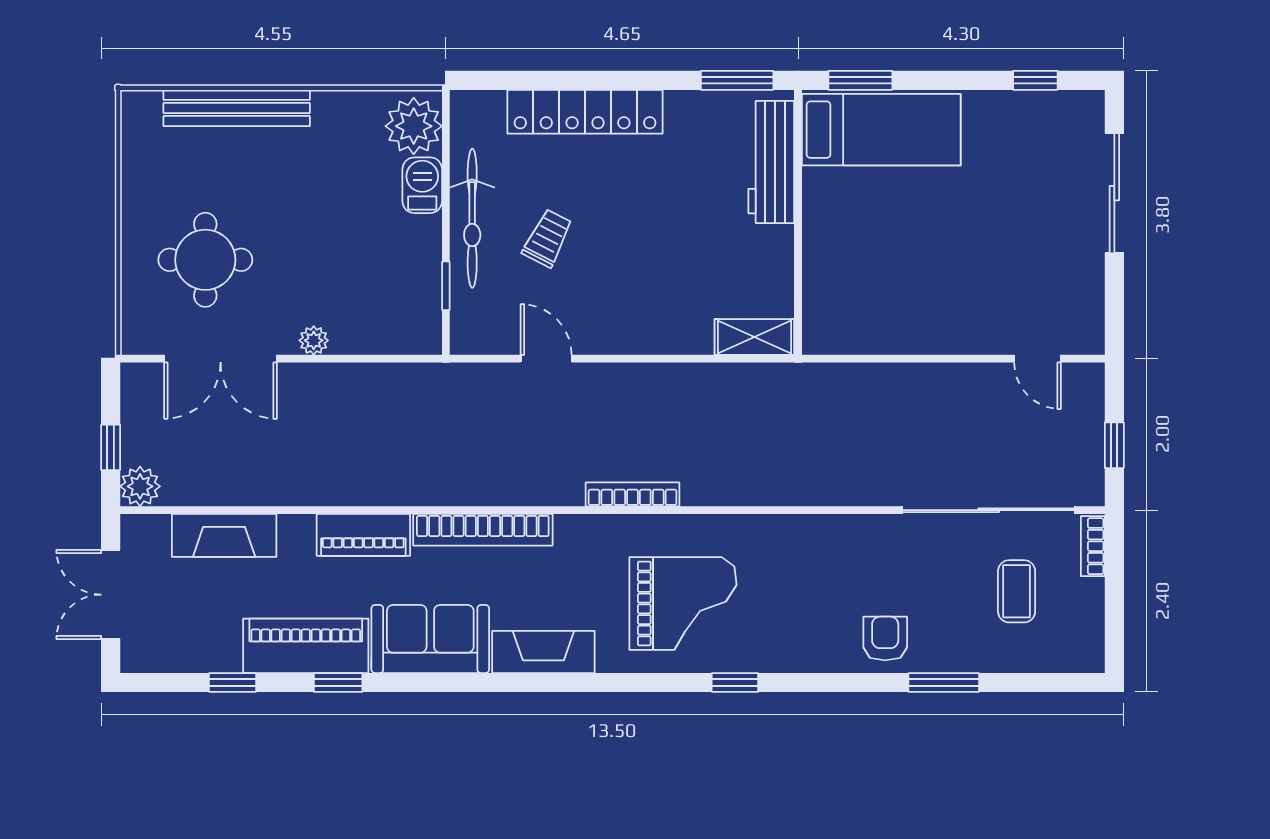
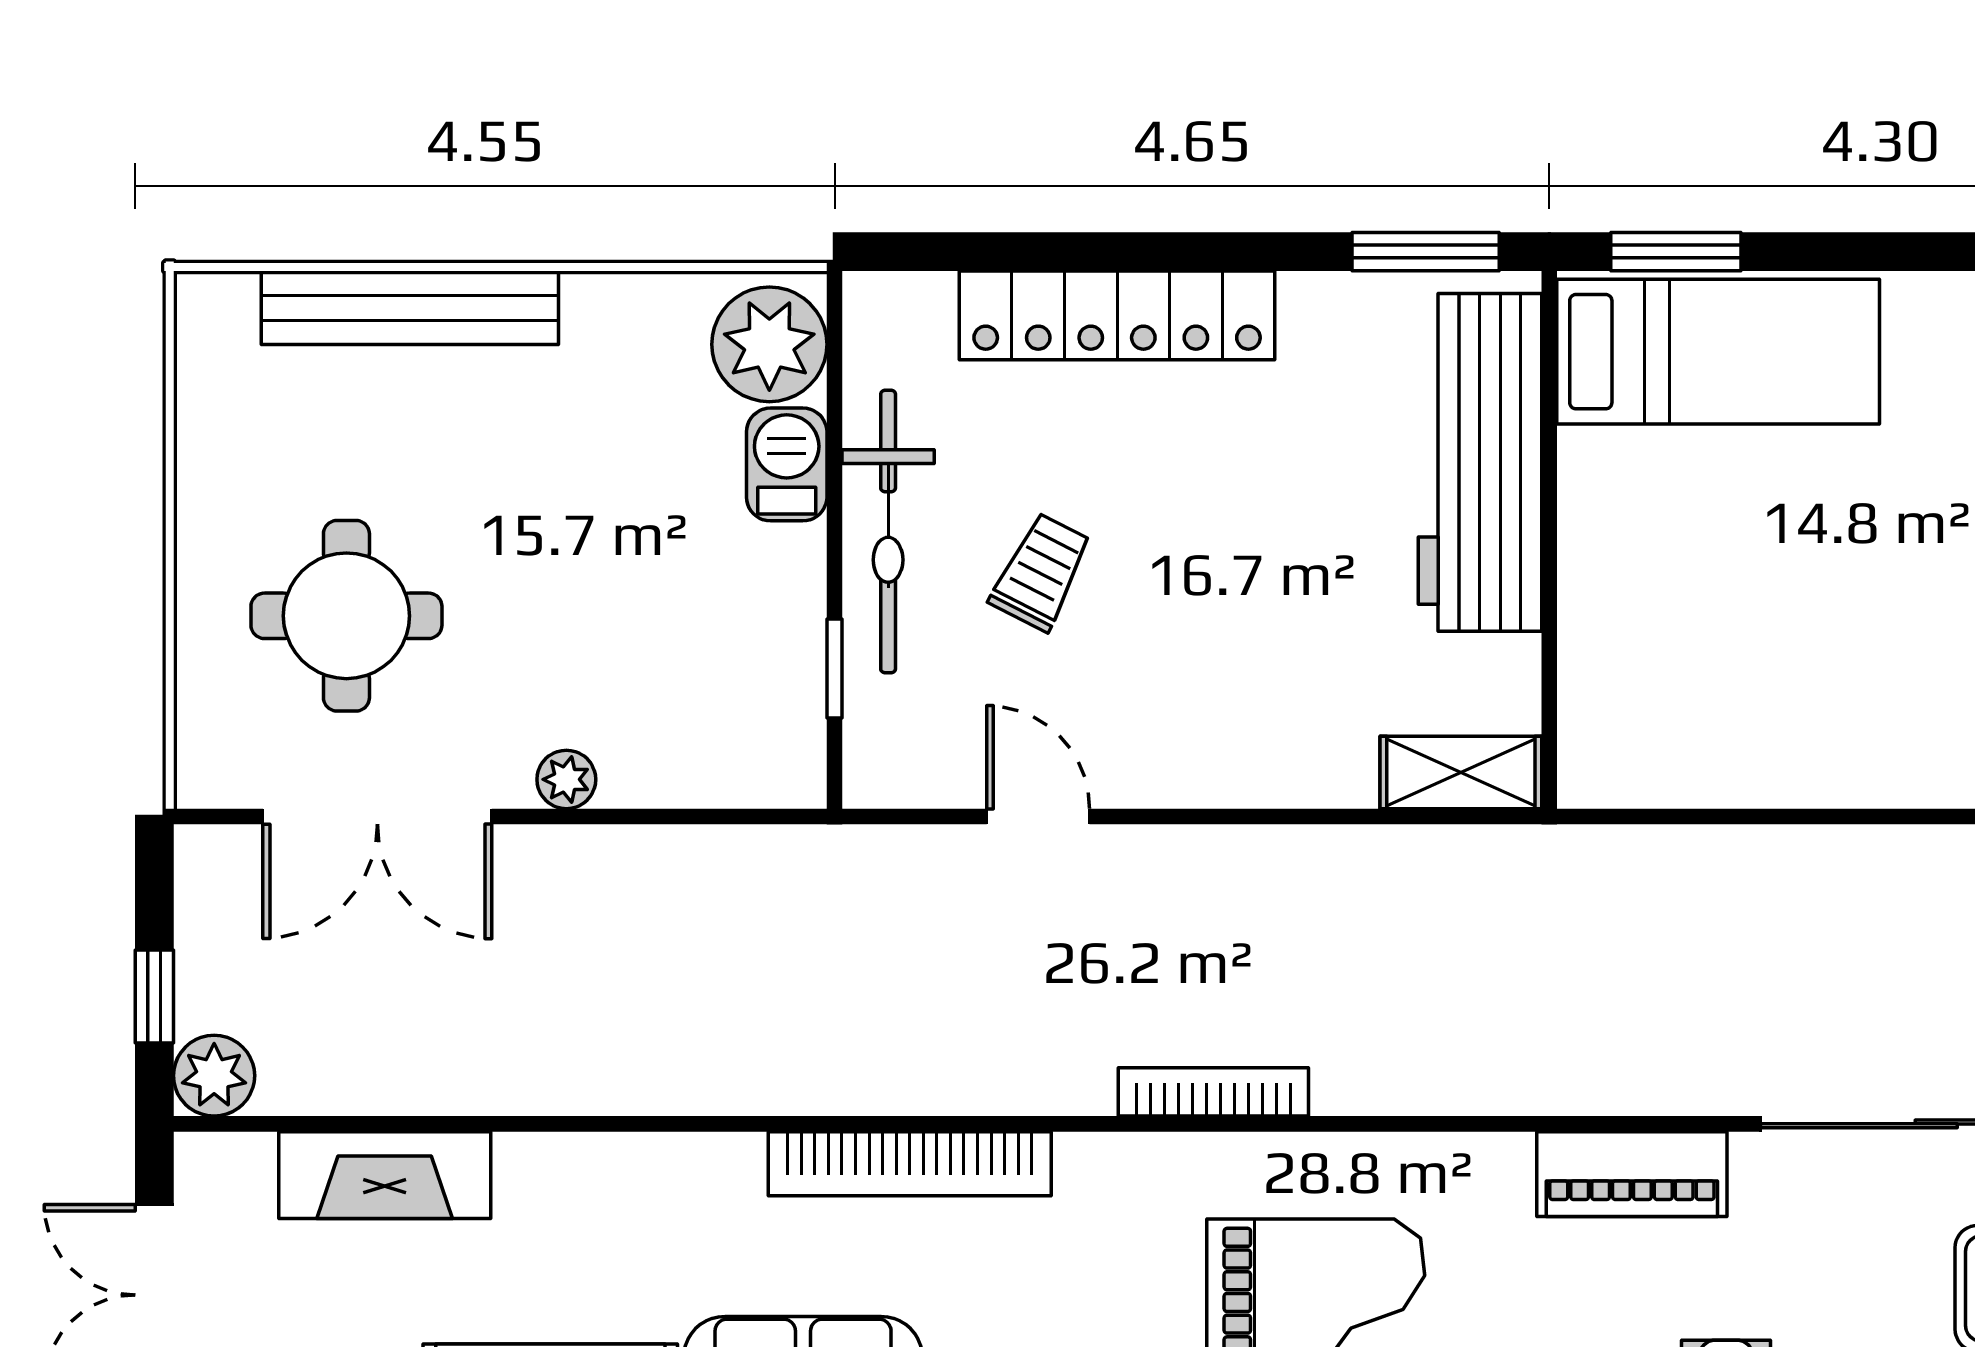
workbench: (771, 162) -> (1480, 462), width x1.36, depth x1.32
piano: (363, 535) -> (1632, 1174), moved

